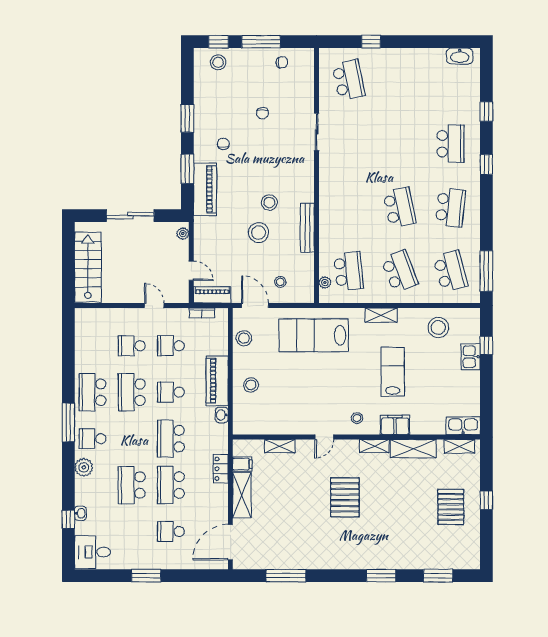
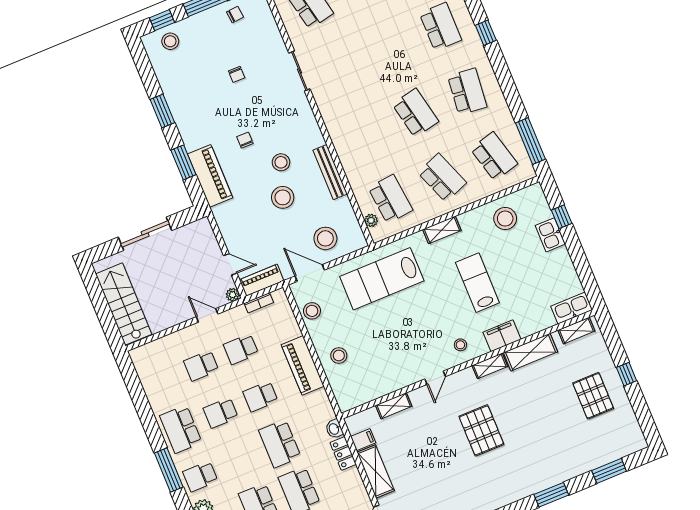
chair: (223, 144) -> (245, 140), moved
plant: (183, 234) -> (233, 295), moved
stool: (280, 282) -> (325, 238), width x1.89, depth x1.89
school desk: (132, 392) -> (221, 413), width x0.54
washbasin: (222, 415) -> (334, 429), moved

